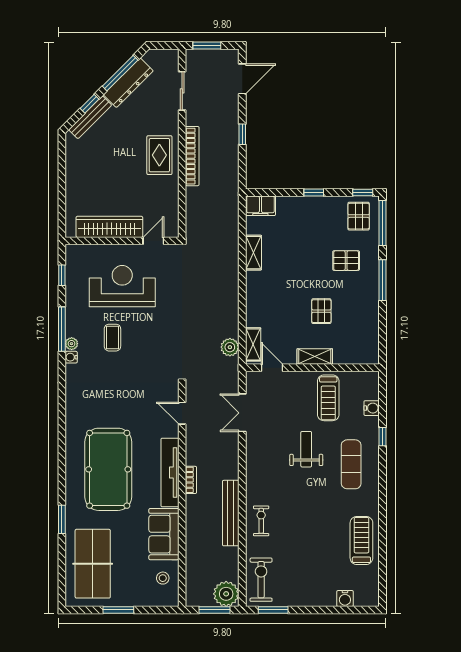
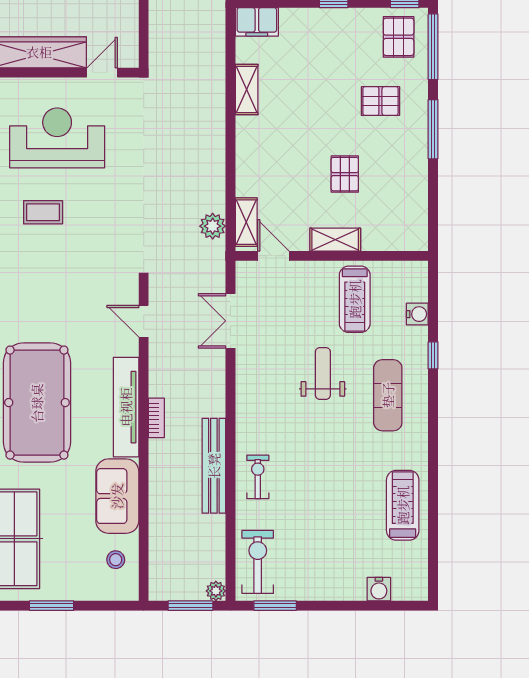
coffee table: (112, 338) -> (43, 212), turned 90
plant: (226, 594) -> (216, 591), width x0.53, depth x0.53

